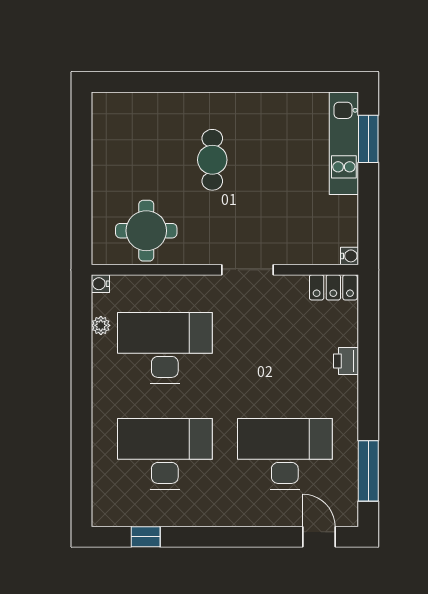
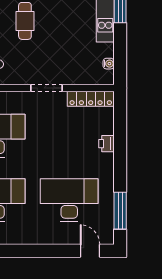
water cooler: (349, 256) -> (109, 64), moved
locker: (333, 287) -> (91, 99), width x1.53

